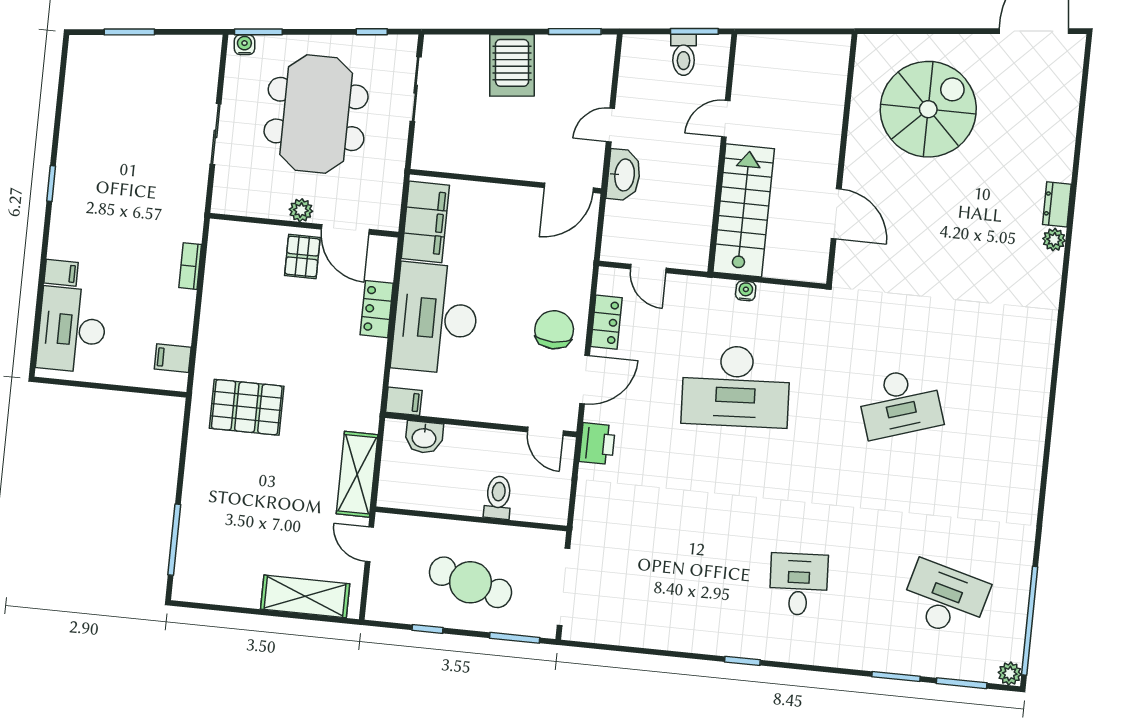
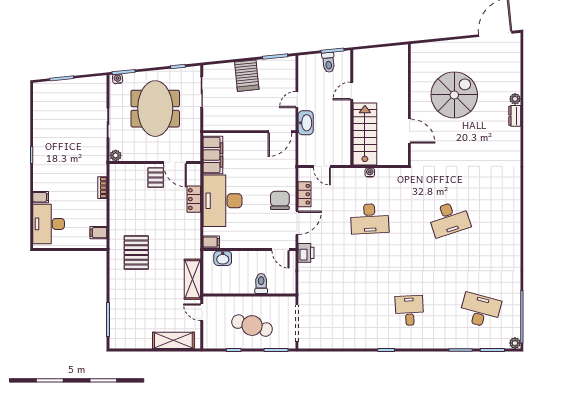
spiral stairs: (928, 109) -> (454, 95), moved
plant: (301, 210) -> (116, 155), moved
plant: (1054, 240) -> (515, 99), moved
desk: (736, 386) -> (370, 219), width x0.73, depth x0.77
pallet: (247, 407) -> (136, 253), turned 90

